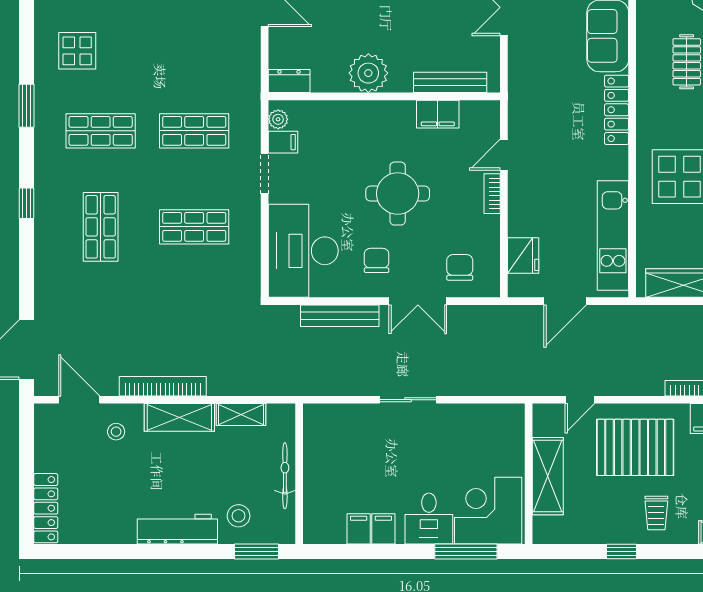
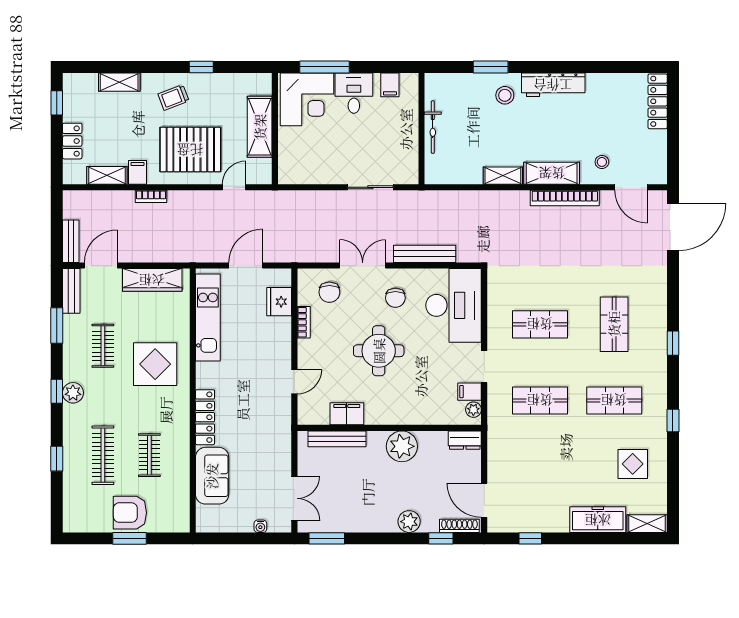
window: (27, 106) -> (673, 420), width x0.67
bookcase: (492, 194) -> (304, 322), moved
wall: (299, 474) -> (422, 129), moved
bicycle: (285, 476) -> (433, 127), moved
trolley: (656, 513) -> (173, 97), turned -111
filing cabinet: (359, 529) -> (410, 85), removed

